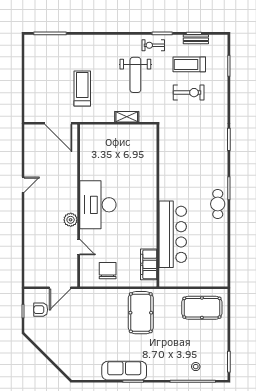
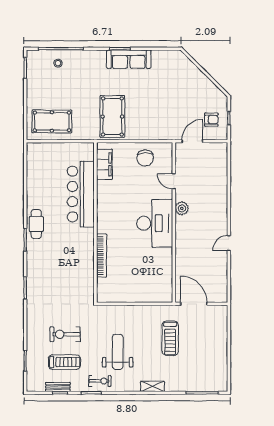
shelving: (127, 117) -> (153, 386), moved
bookcase: (152, 172) -> (102, 256), added

